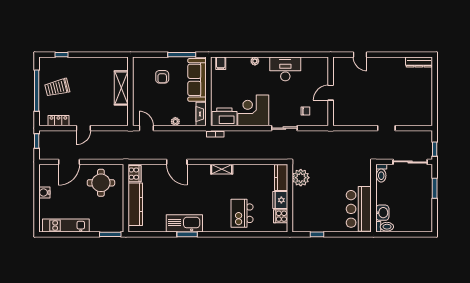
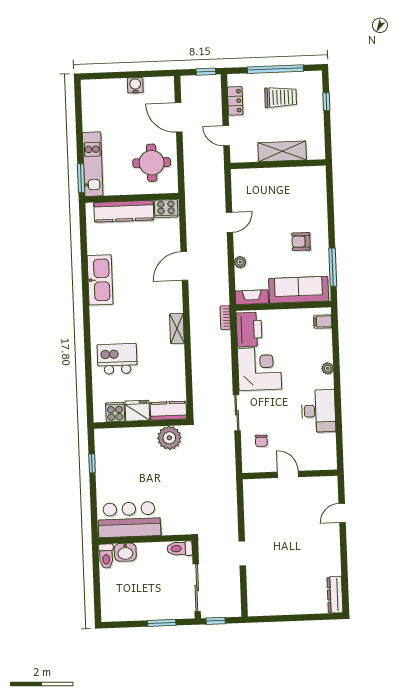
trolley: (57, 88) -> (281, 97), turned 104
shelving: (121, 88) -> (282, 151), moved
wall: (130, 91) -> (278, 164), moved
kitchen unit: (66, 225) -> (93, 164), moved
window: (187, 234) -> (85, 284), removed

